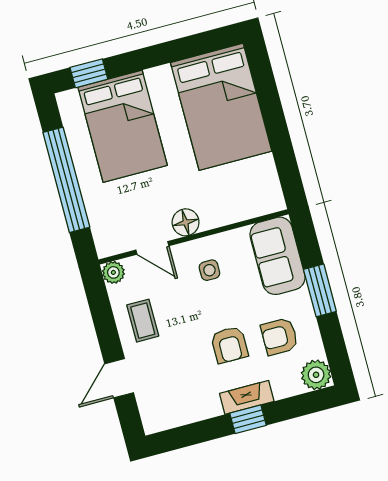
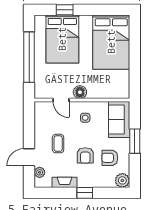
window: (89, 73) -> (65, 10), moved
plant: (113, 272) -> (40, 172), moved
coffee table: (143, 321) -> (58, 144), moved
fireplace: (247, 397) -> (64, 182), moved

